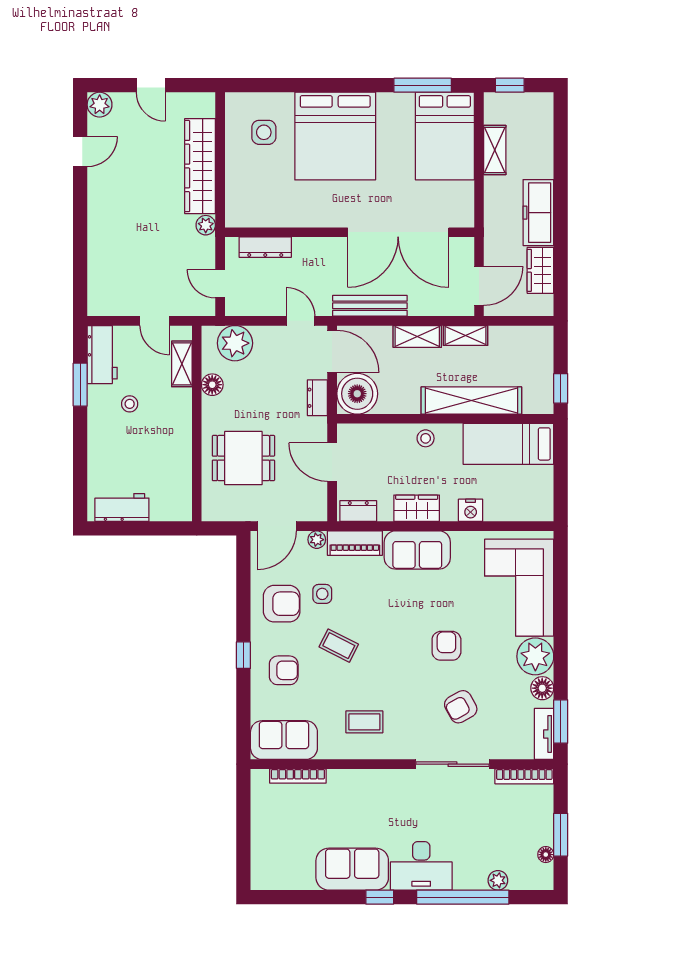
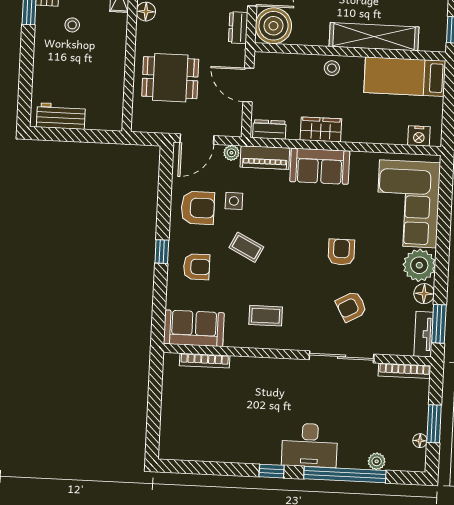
nightstand: (471, 510) -> (419, 136), moved
sofa: (352, 869) -> (249, 445), removed

